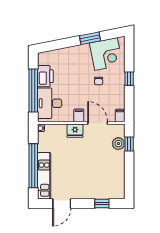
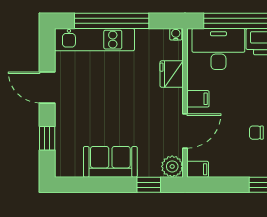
fridge: (75, 131) -> (172, 74), moved
plant: (118, 144) -> (172, 166), moved
sofa: (116, 166) -> (110, 162), added
door: (62, 204) -> (47, 87), moved

